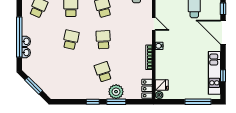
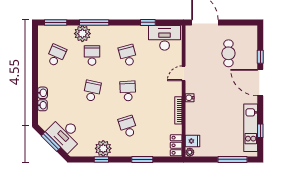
door: (154, 24) -> (184, 73), swing flipped
window: (19, 37) -> (35, 88), removed
desk: (47, 79) -> (65, 134), added
plant: (116, 92) -> (103, 148), moved
window: (93, 102) -> (101, 159), moved

